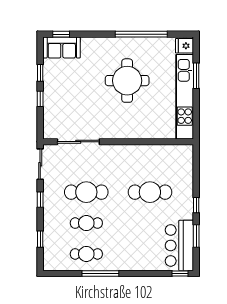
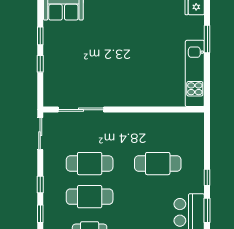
round table: (127, 81) -> (133, 44), removed
kitchen unit: (185, 97) -> (195, 73), width x0.73
window: (40, 200) -> (40, 185), moved
cafe table: (86, 223) -> (90, 197), width x1.37, depth x1.35

